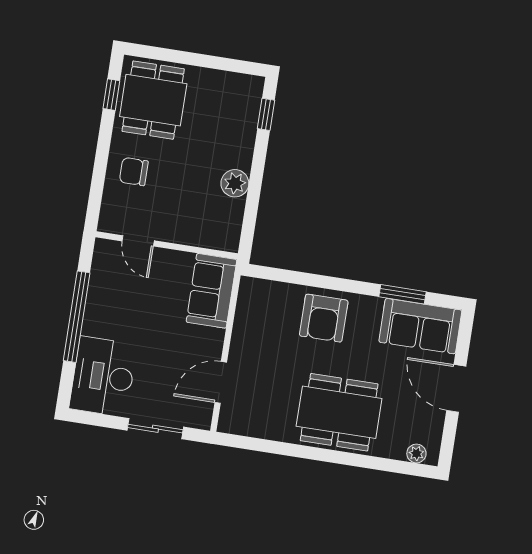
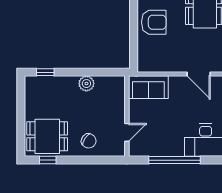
chair: (134, 172) -> (89, 141), turned -56

